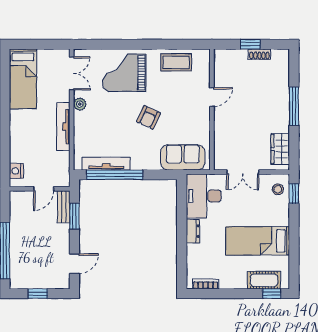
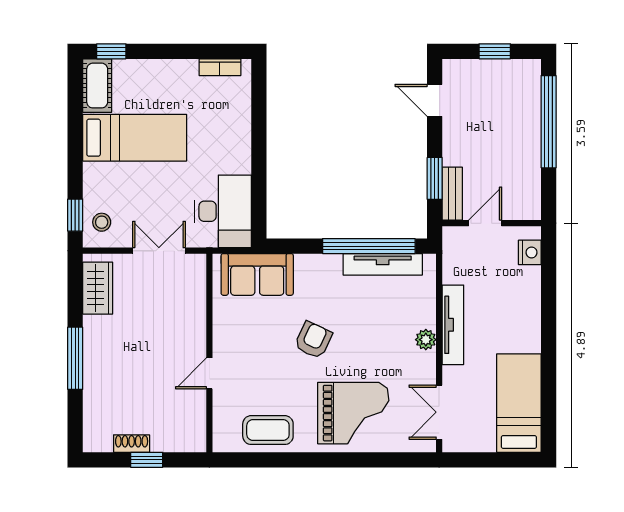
plant: (80, 104) -> (426, 340), moved
dresser: (193, 231) -> (241, 154), removed
door: (74, 264) -> (435, 100), hinge flipped
cot: (264, 280) -> (97, 86), moved, turned 90

